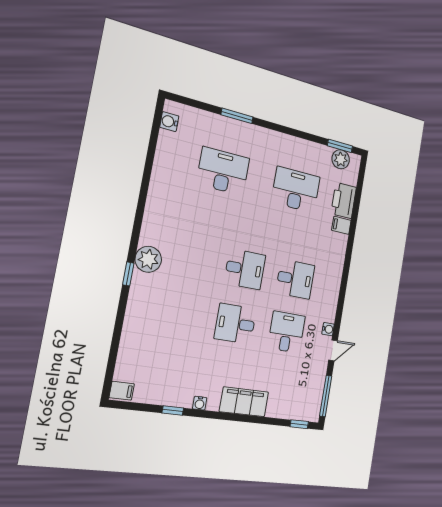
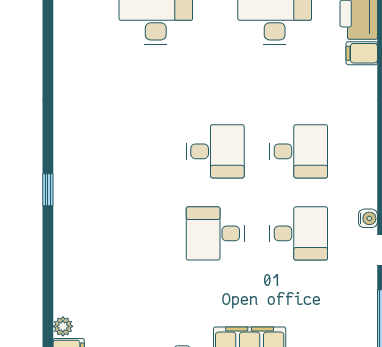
plant: (148, 259) -> (63, 326), moved, width x0.53, depth x0.53
desk: (286, 332) -> (299, 233), turned 90

